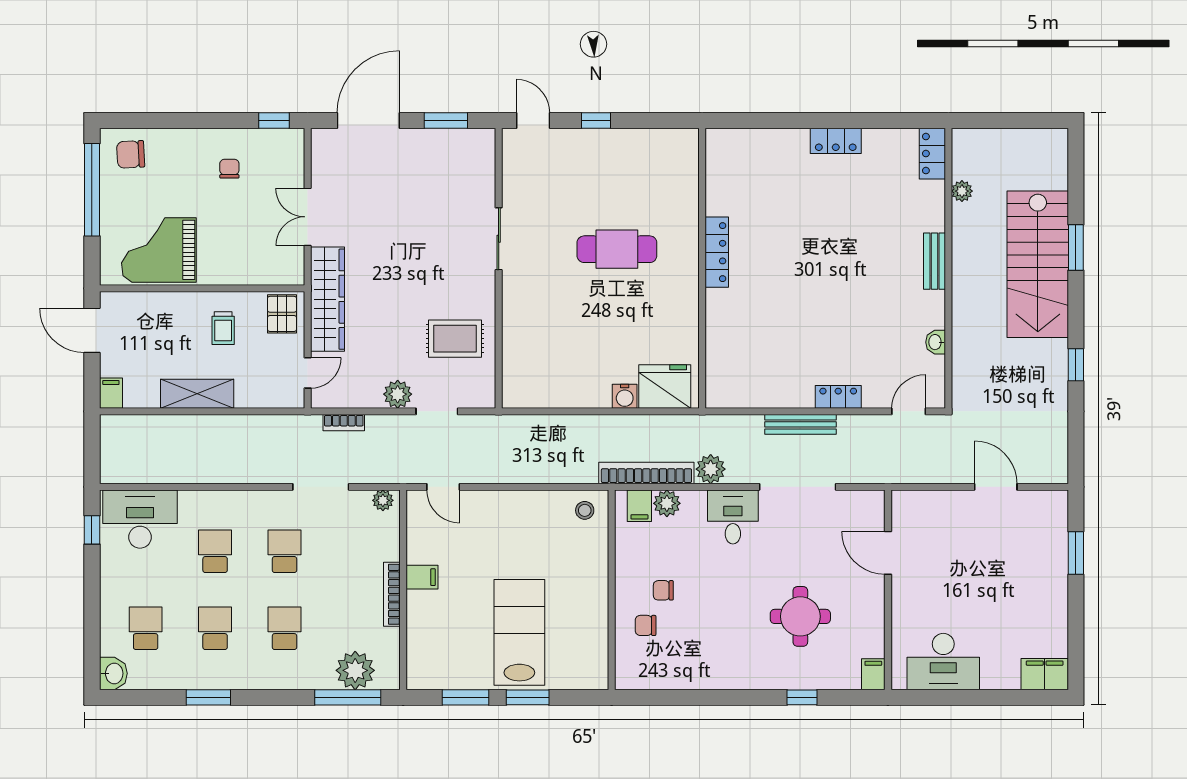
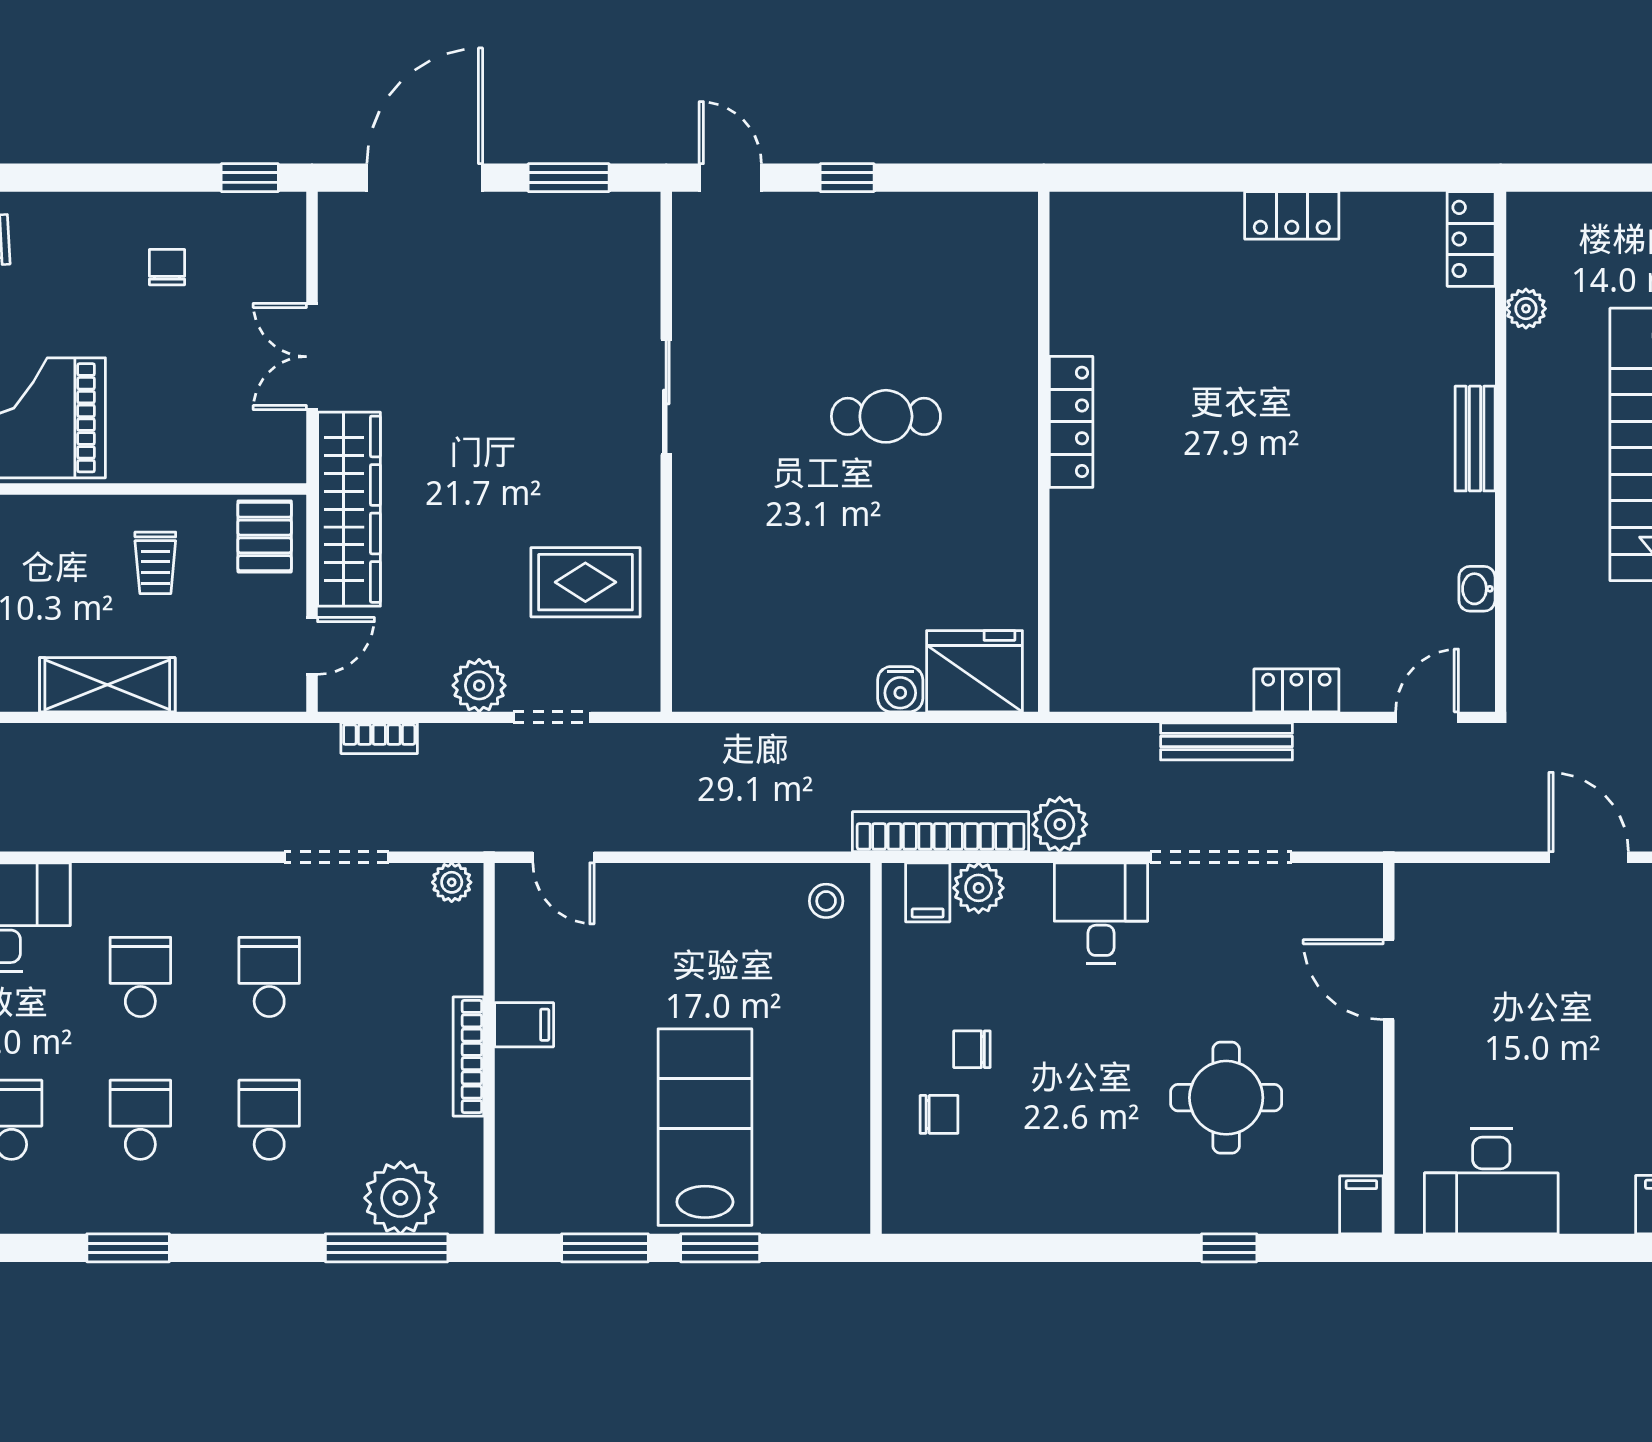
cafe table: (617, 249) -> (886, 416), width x0.73, depth x0.74
chair: (646, 625) -> (939, 1114), turned 180

